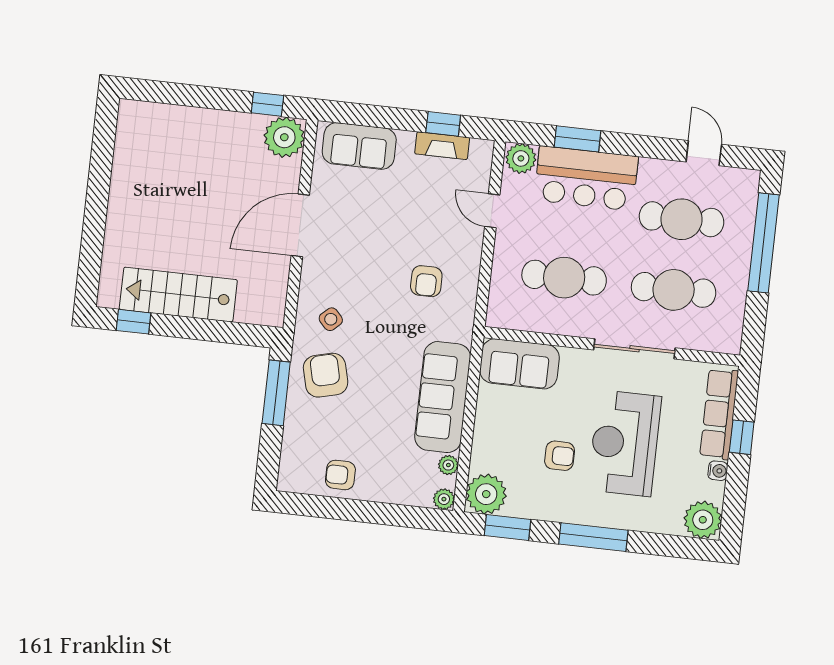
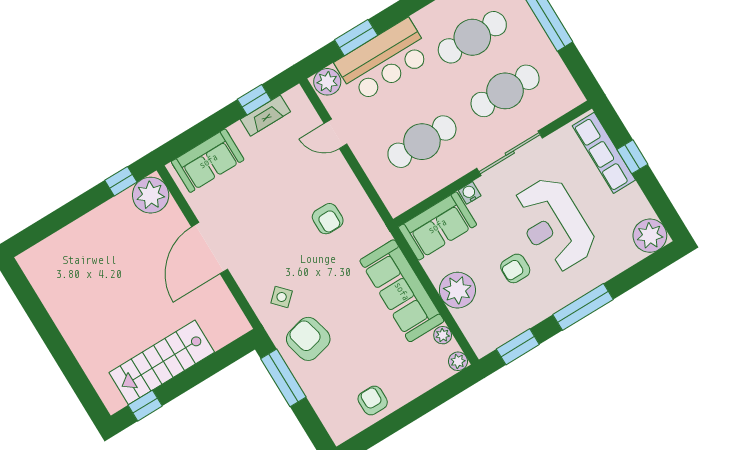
armchair: (560, 456) -> (515, 268), turned 180
water cooler: (718, 471) -> (470, 193), moved, turned -90
armchair: (340, 475) -> (373, 401), turned 90
plant: (486, 494) -> (457, 290), moved

